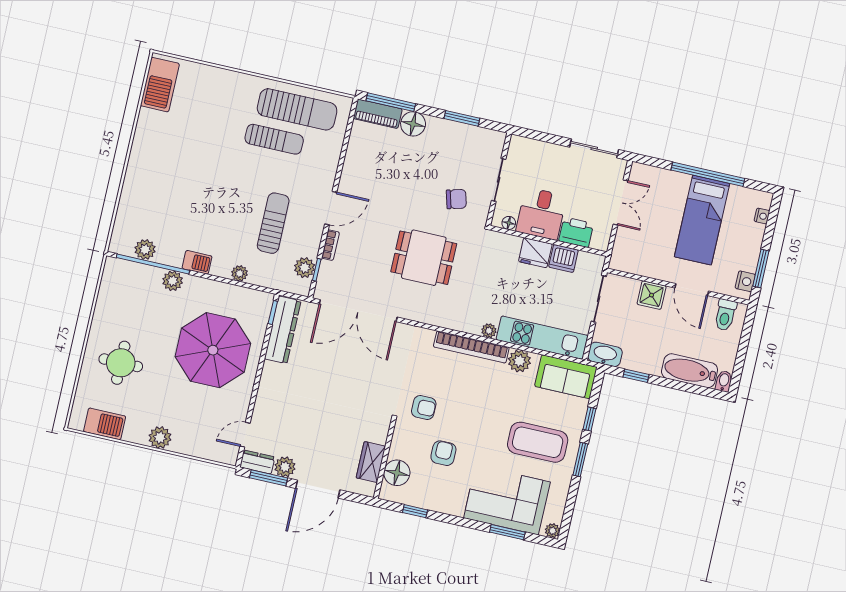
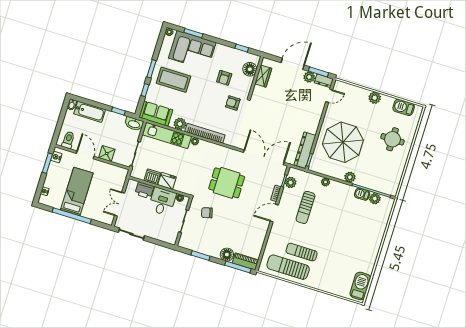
barbecue: (197, 262) -> (362, 194), moved
plant: (173, 281) -> (350, 177), moved

